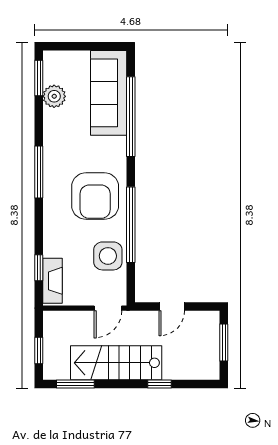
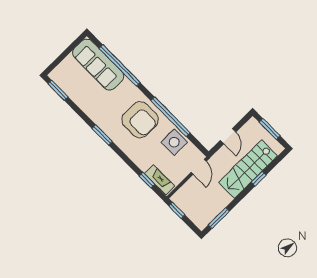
plant: (54, 96) -> (74, 92), removed
window: (39, 172) -> (102, 135), width x0.69
window: (39, 351) -> (177, 210), moved
stairs: (116, 363) -> (248, 169), moved

